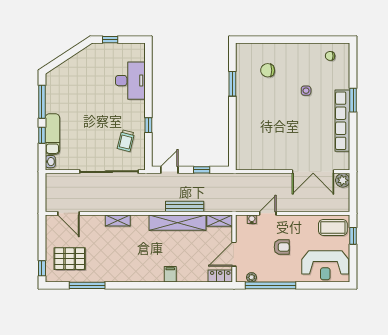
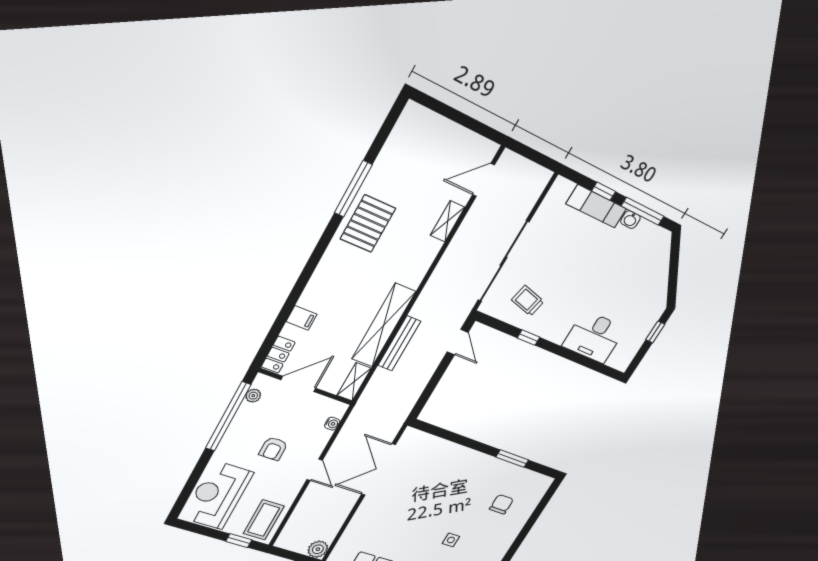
washbasin: (50, 162) -> (630, 220), moved
window: (202, 170) -> (433, 383), removed
double door: (313, 172) -> (378, 470), moved
door: (268, 213) -> (315, 470), moved
shelving: (118, 221) -> (447, 221), moved
door: (234, 254) -> (298, 384), hinge flipped
pallet: (70, 259) -> (368, 224), moved
window: (42, 268) -> (432, 103), removed
filing cabinet: (170, 274) -> (301, 318), moved
window: (87, 285) -> (353, 189), moved

